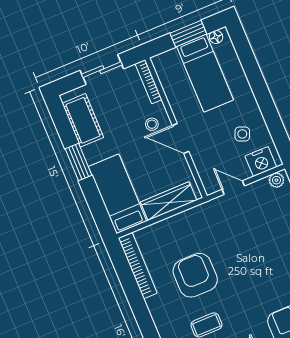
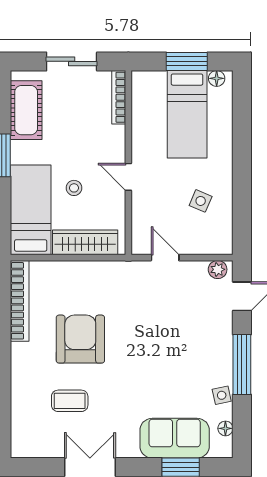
stool: (152, 124) -> (74, 188), moved
door: (181, 138) -> (128, 177), width x0.73
nightstand: (261, 162) -> (209, 241), removed

